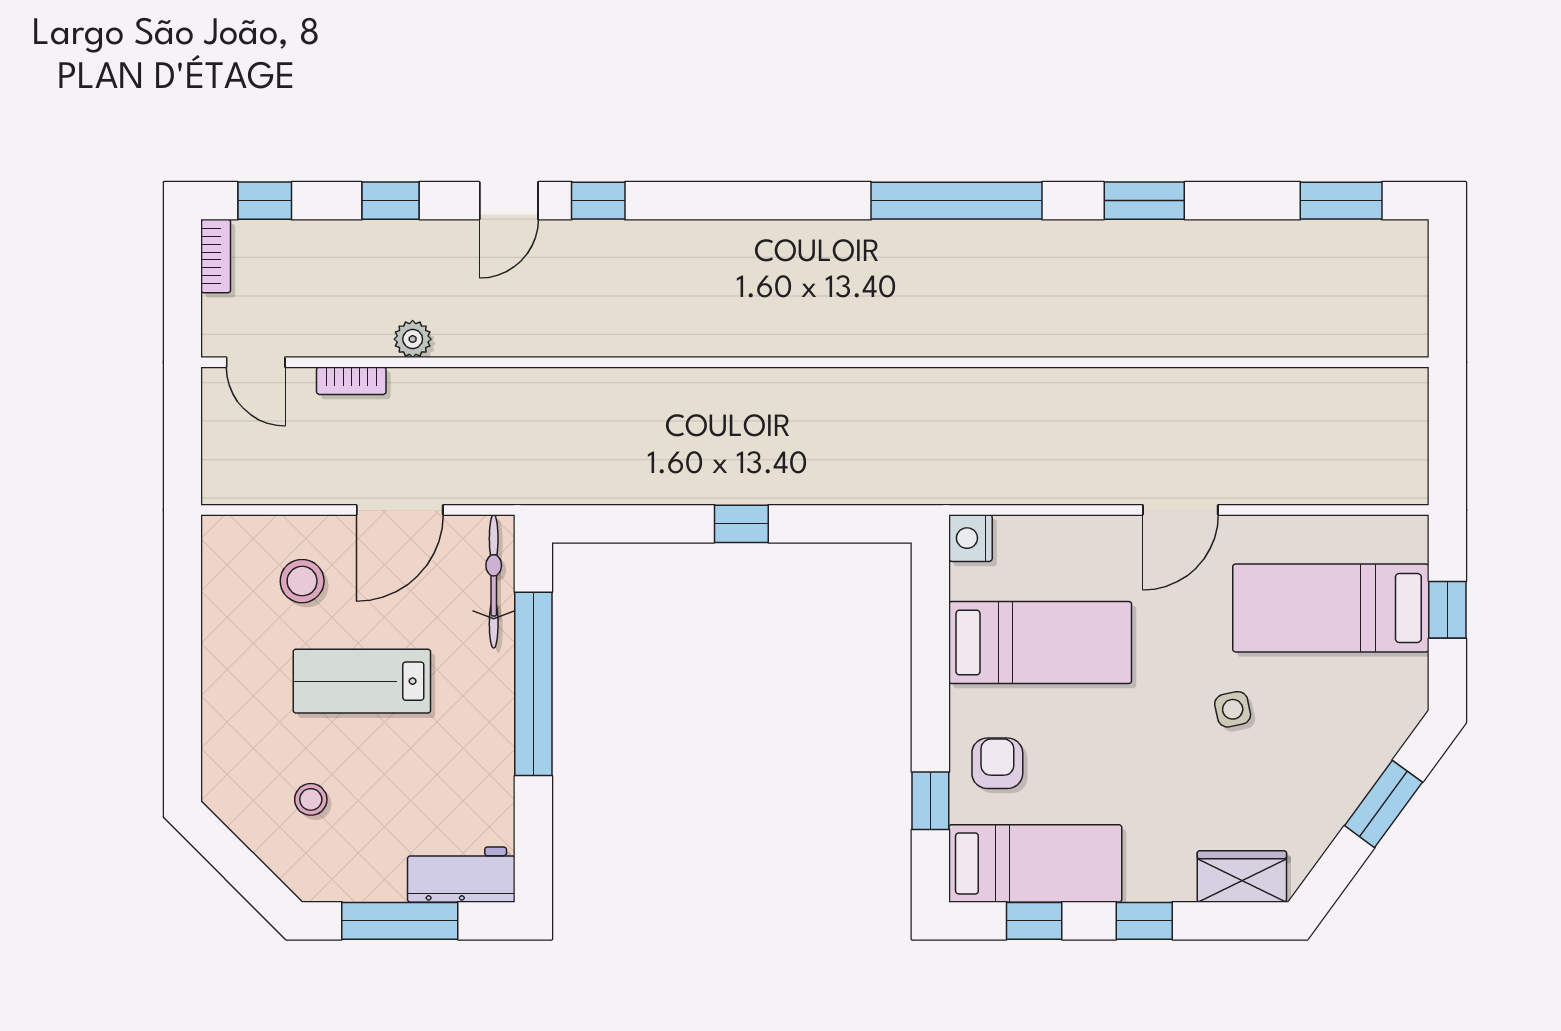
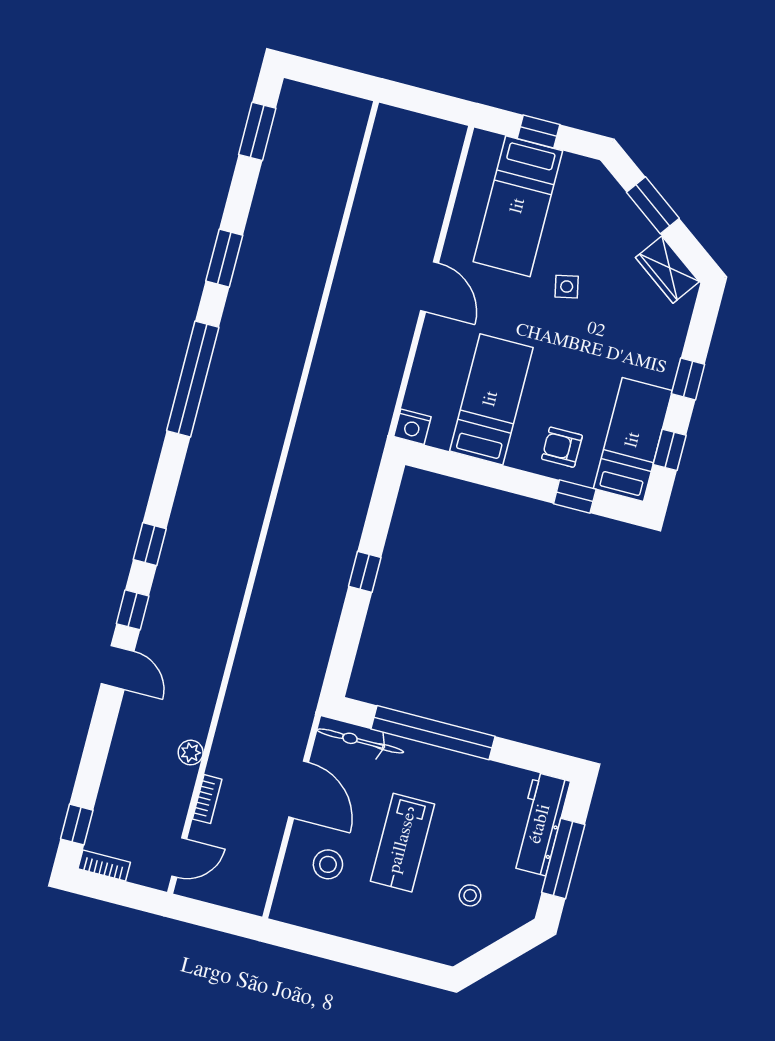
window: (390, 201) -> (150, 544), moved
workbench: (461, 875) -> (540, 824), width x1.38
wardrobe: (1242, 877) -> (667, 270), moved, turned -54

